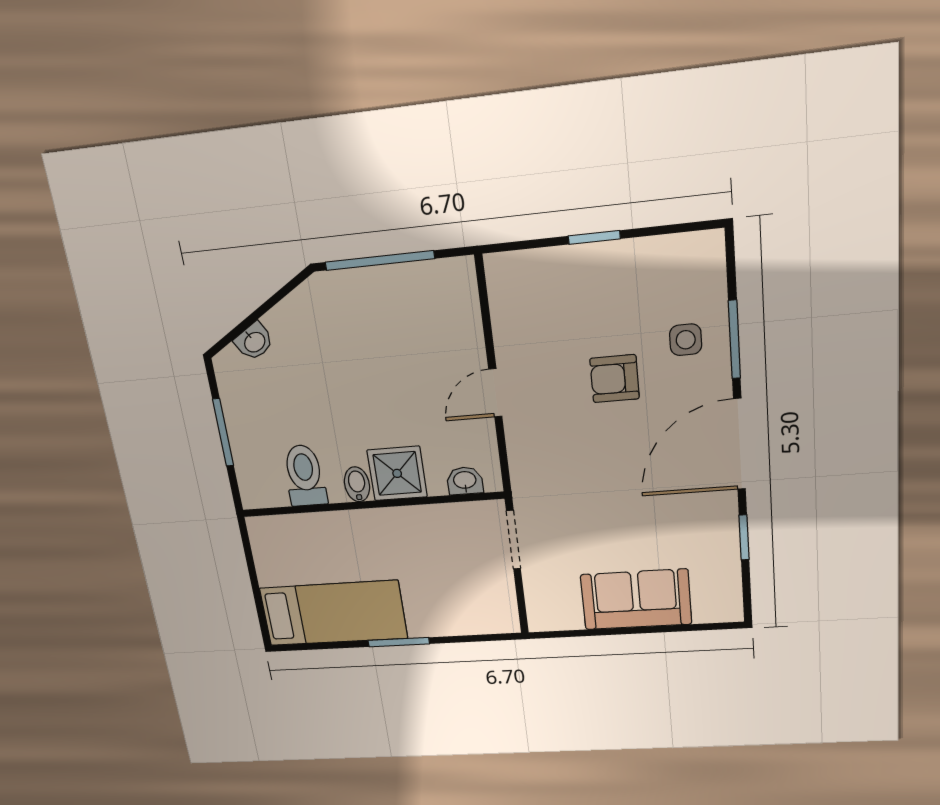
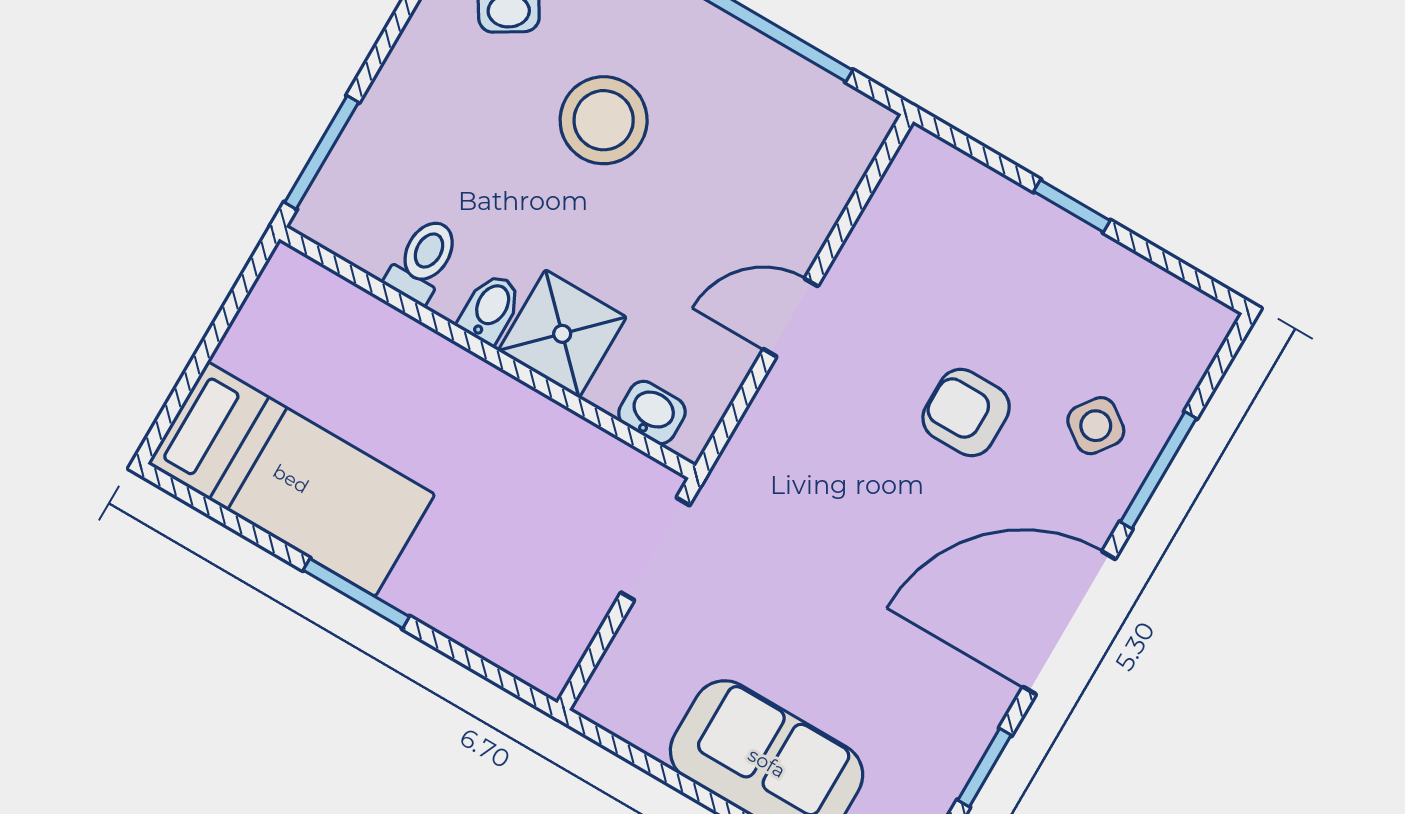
side table: (686, 340) -> (1096, 426), turned 36
stool: (338, 363) -> (604, 120), added
window: (223, 433) -> (322, 152), moved
toilet: (305, 476) -> (423, 260), width x0.73, depth x0.72

